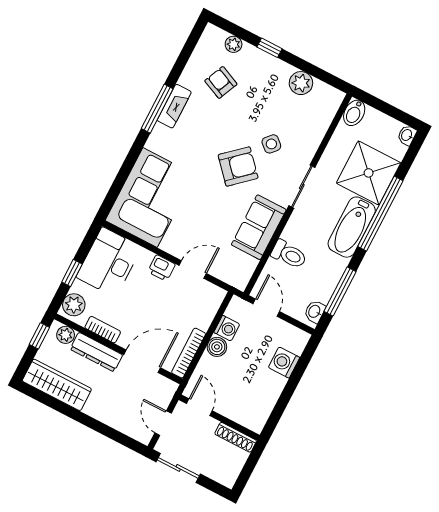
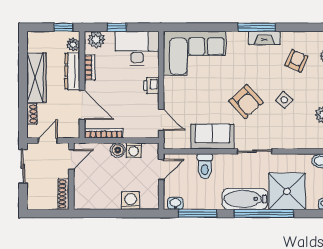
side table: (271, 144) -> (284, 100), moved
door: (193, 269) -> (161, 120), moved
wardrobe: (57, 385) -> (37, 78), moved
shoe rack: (122, 426) -> (32, 114), added

